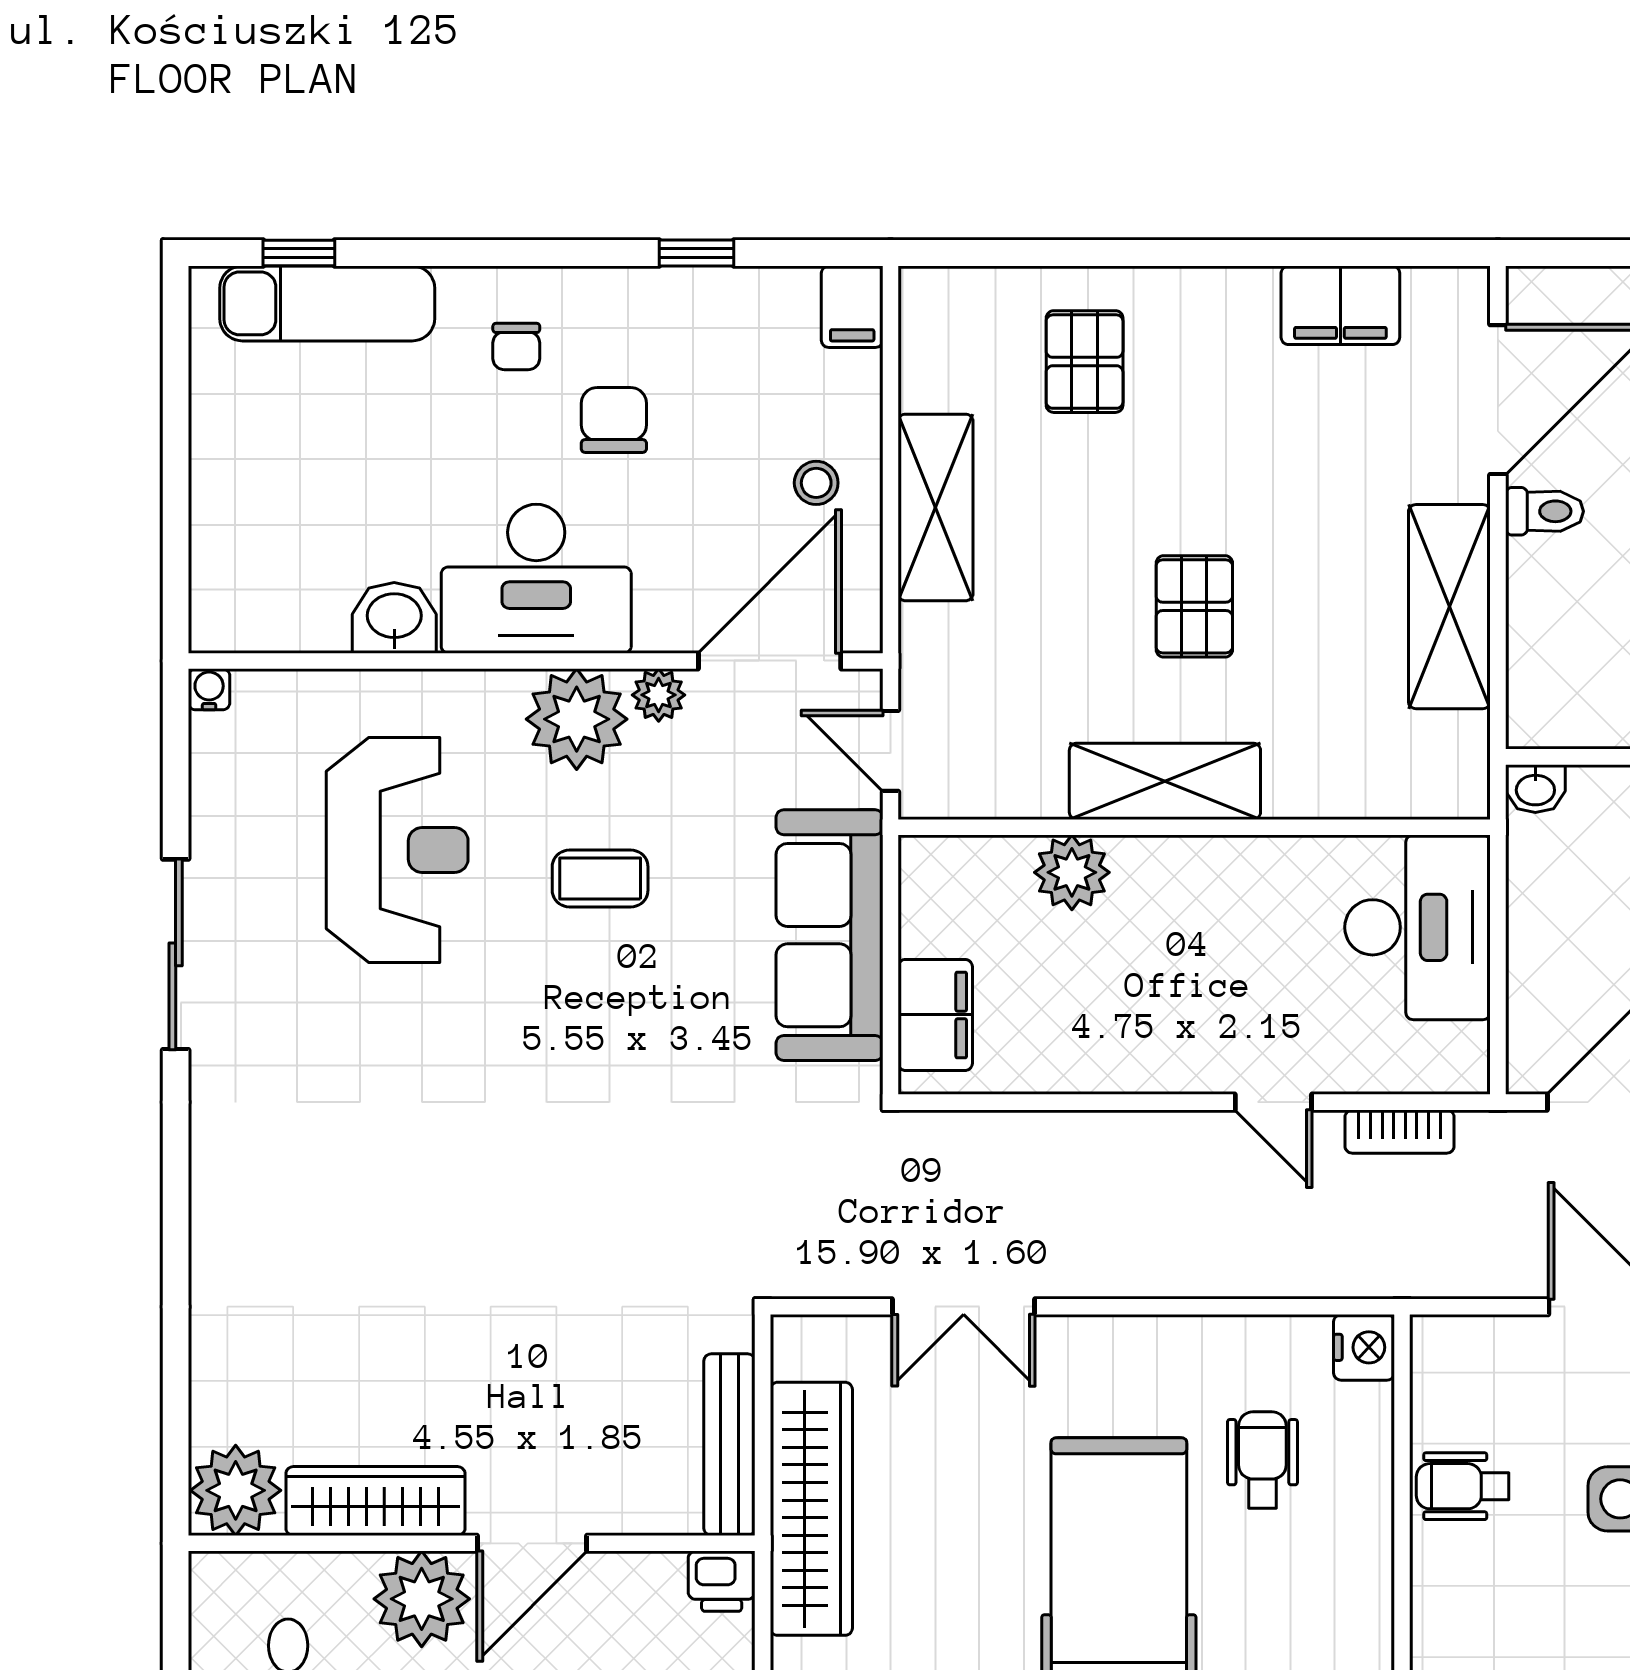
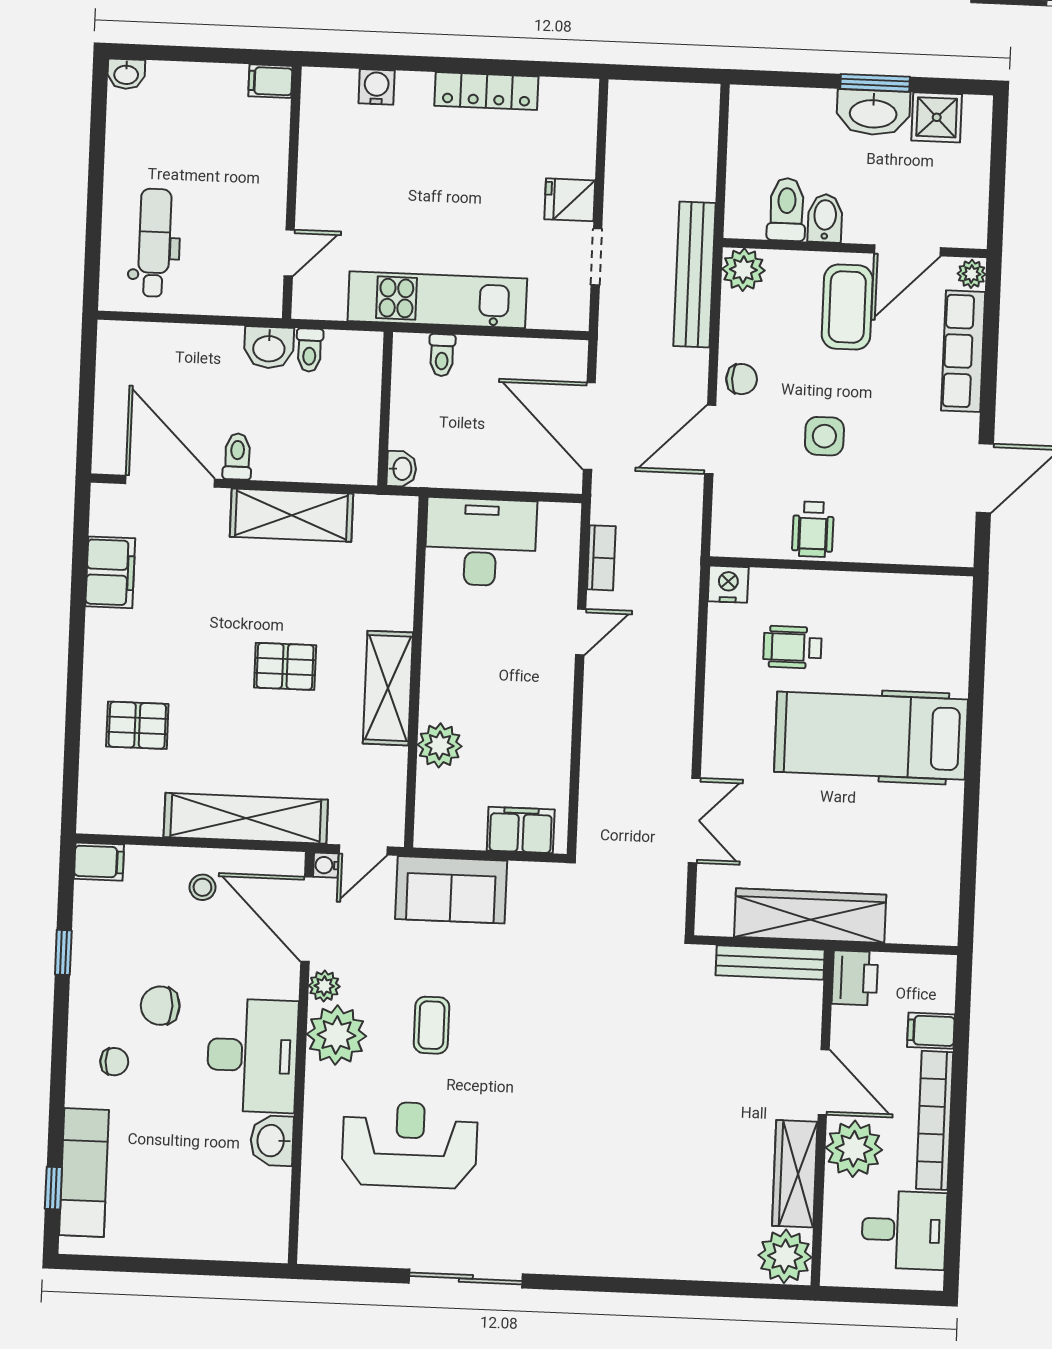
shelving: (936, 507) -> (246, 818), width x1.47
water cooler: (209, 689) -> (326, 865), moved
sofa: (830, 935) -> (451, 890), width x0.73
printer: (722, 1581) -> (855, 978), width x1.36, depth x1.24

